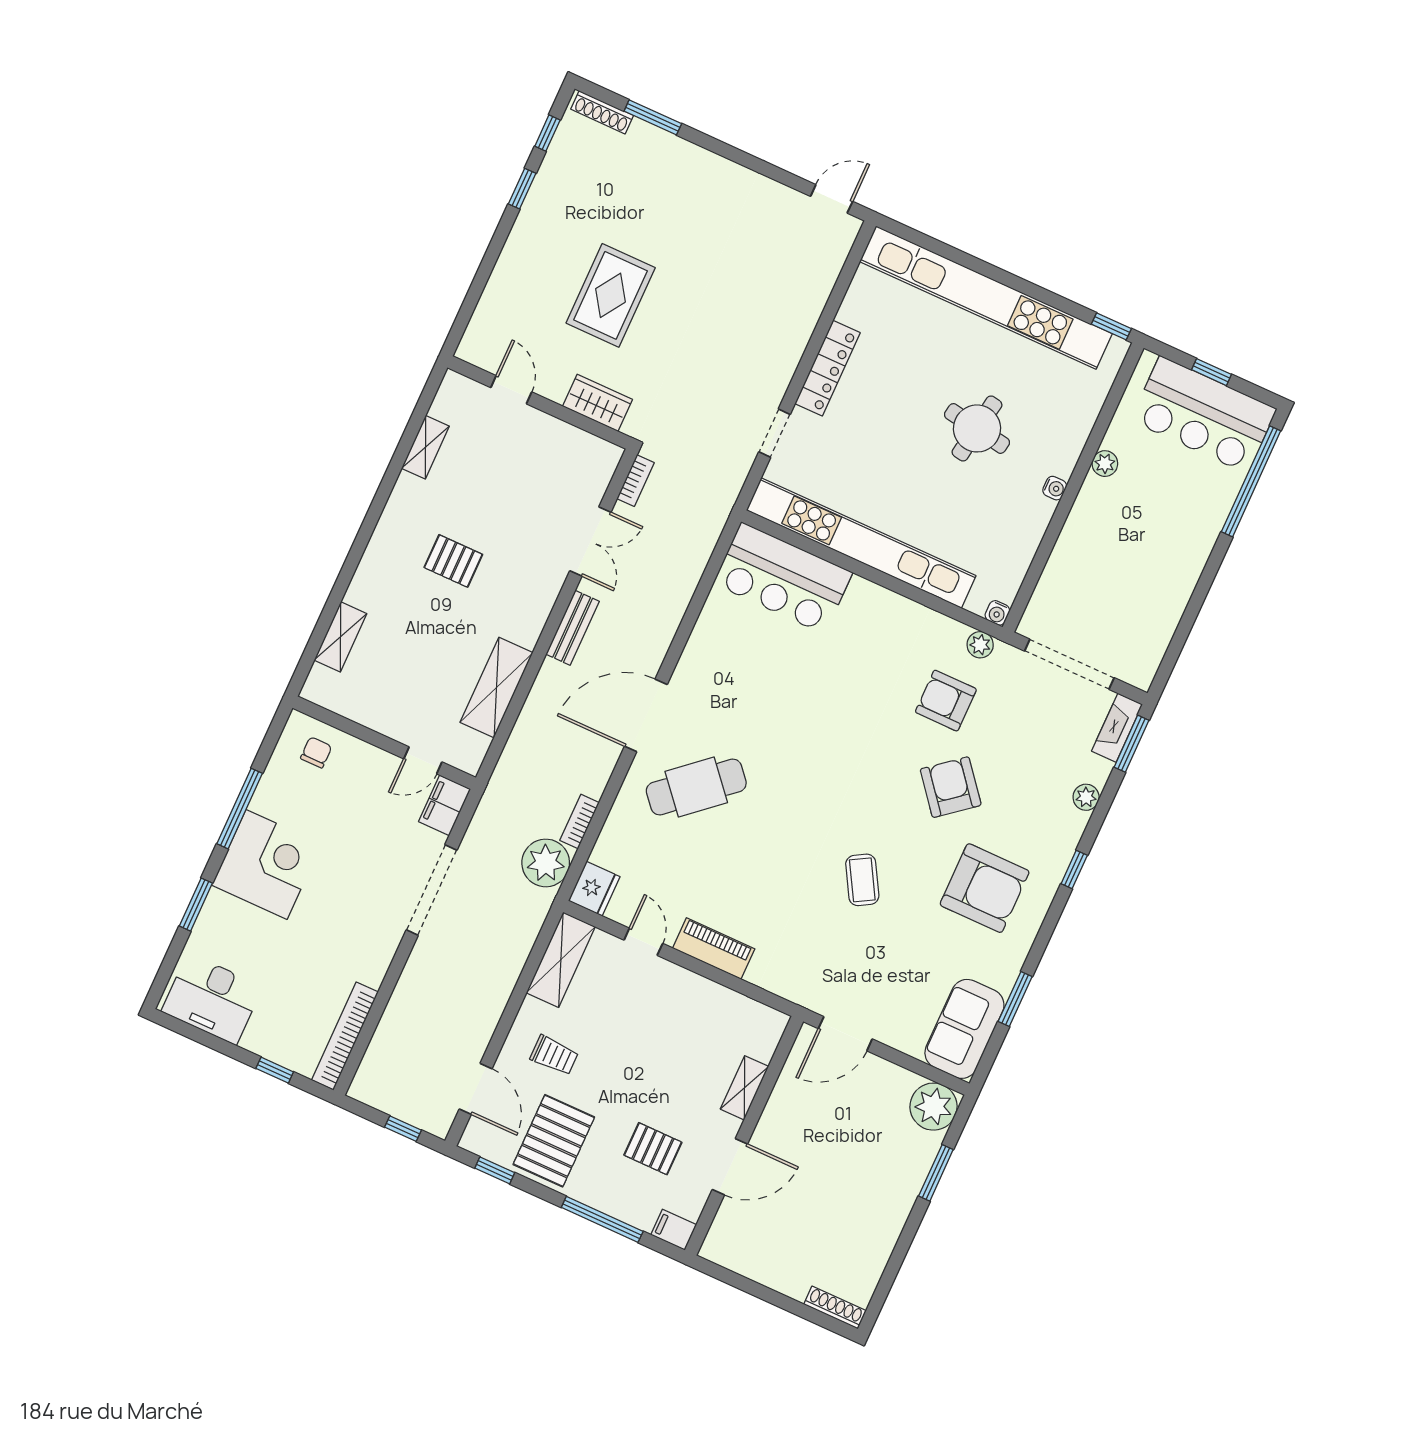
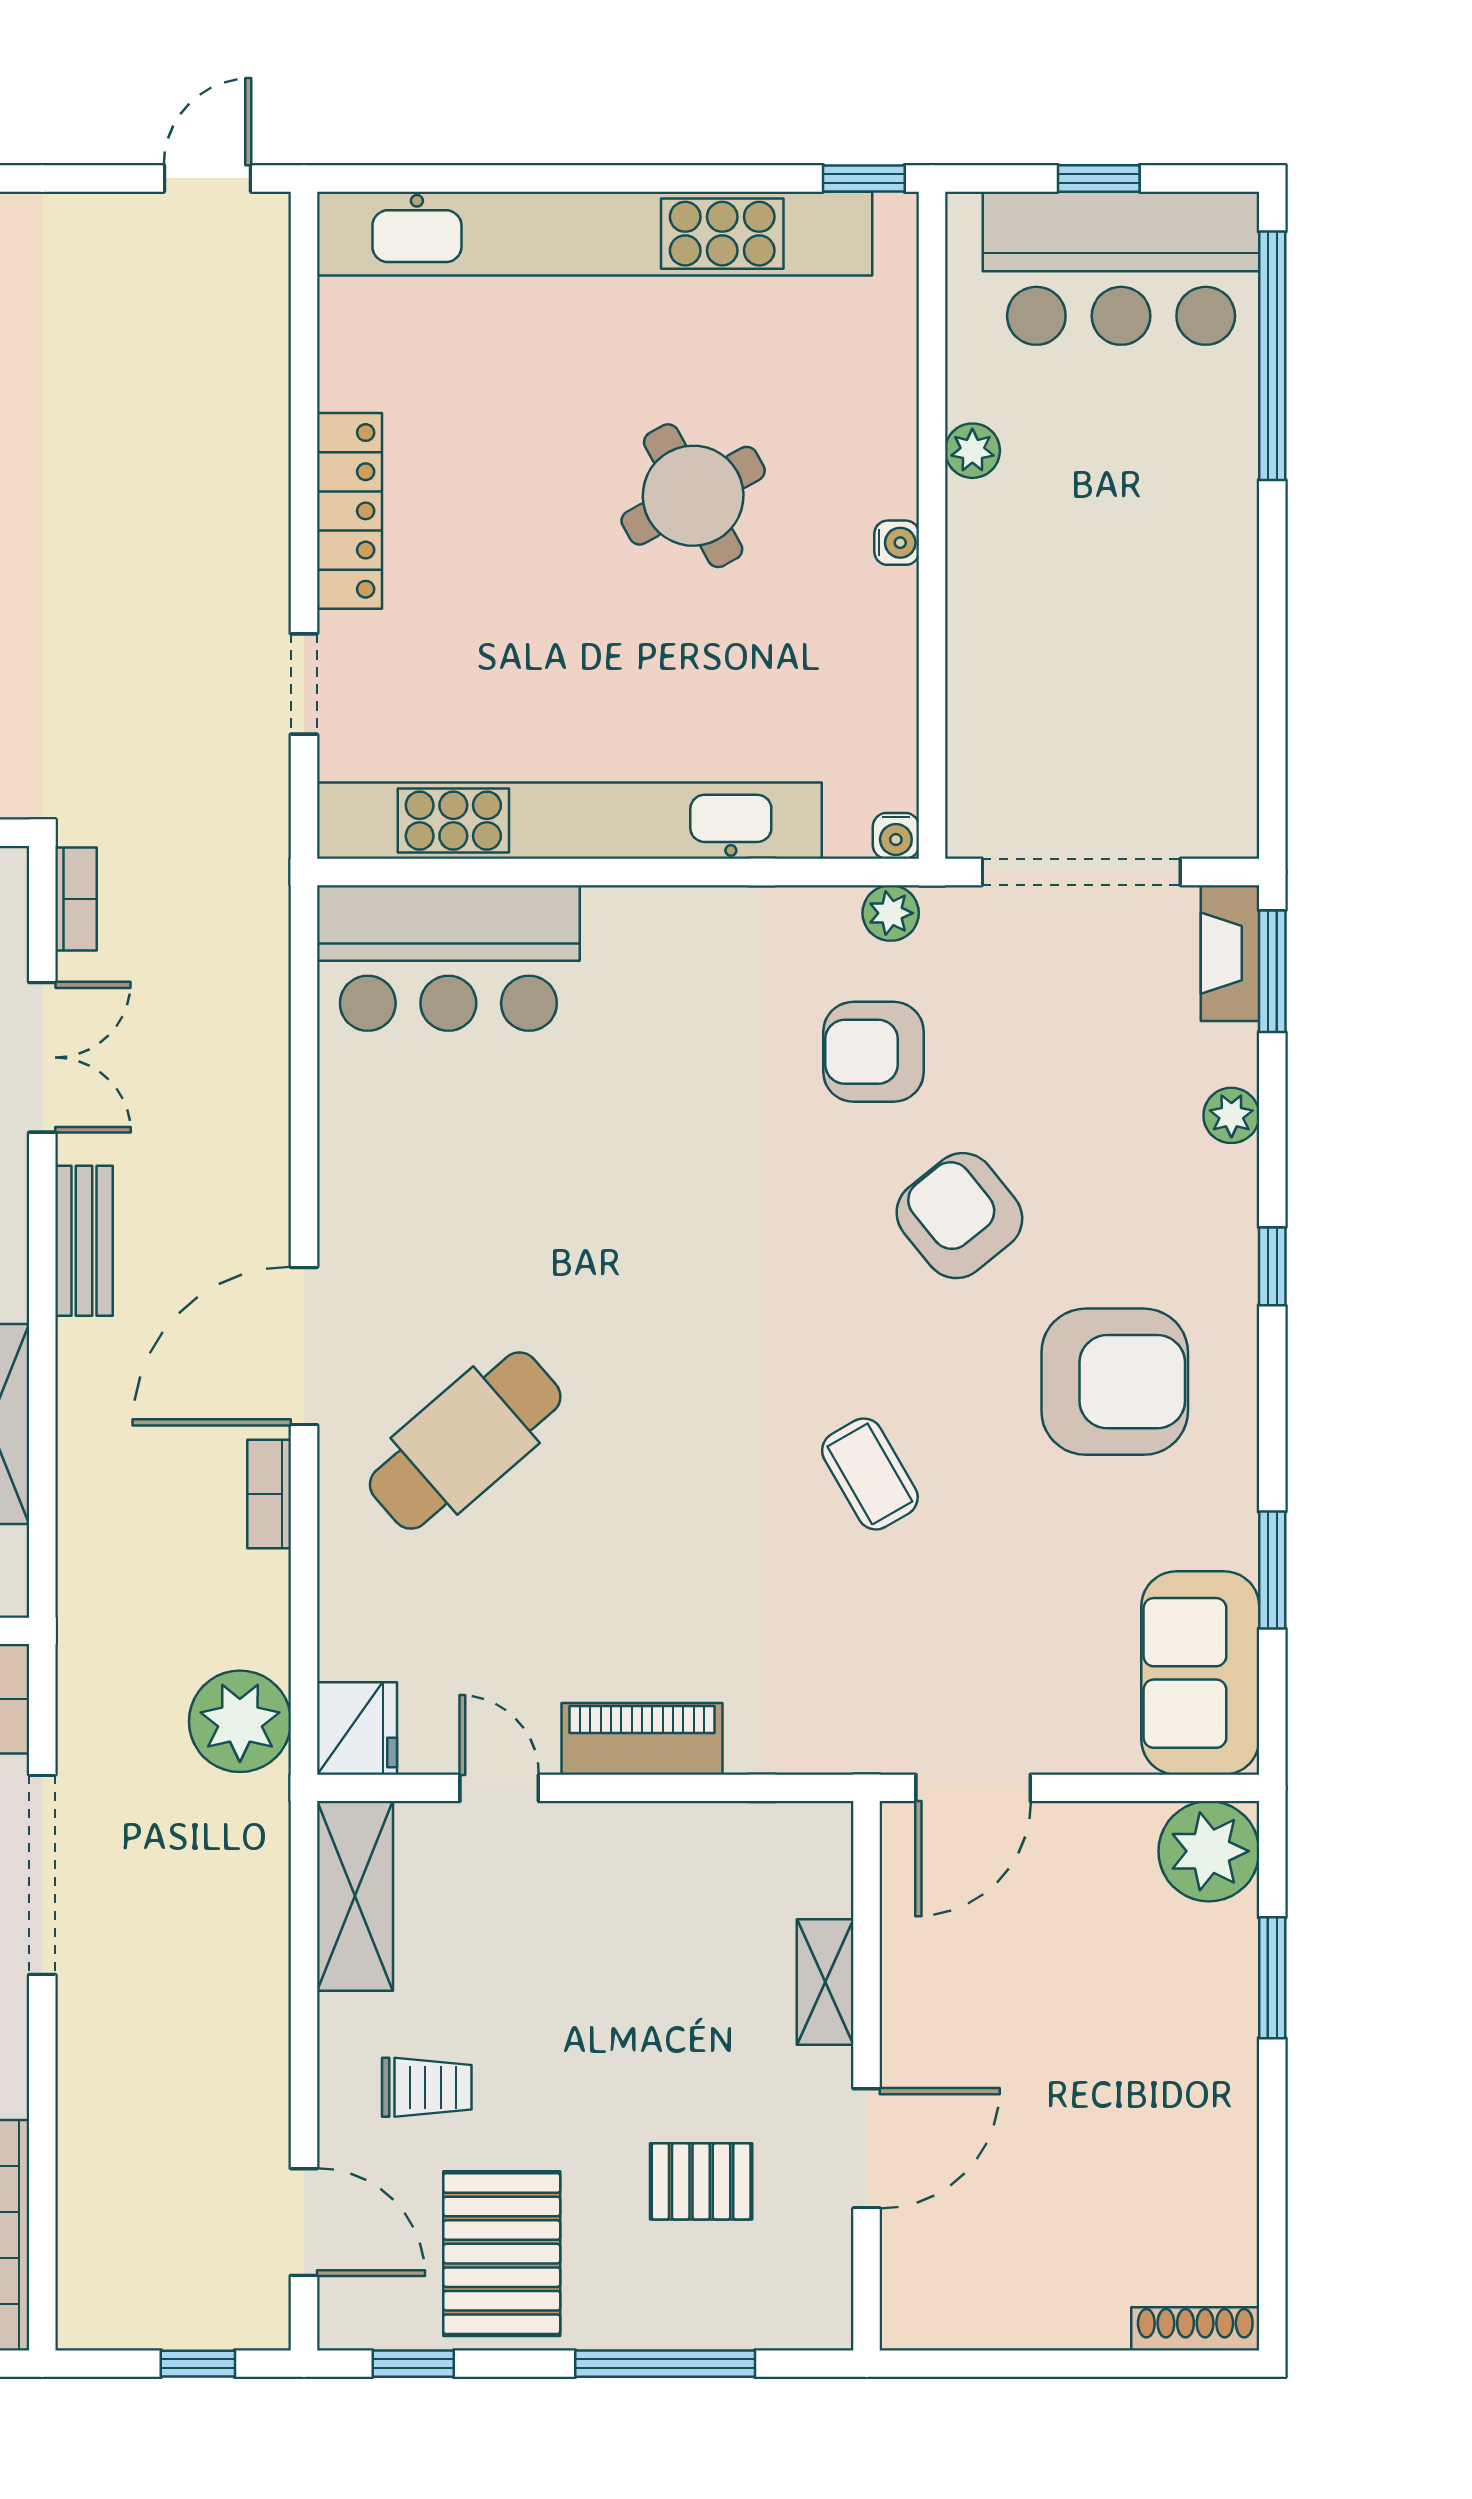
round table: (977, 428) -> (693, 496), turned -38
bookcase: (580, 822) -> (269, 1494), moved
filing cabinet: (674, 1230) -> (813, 2320), removed

